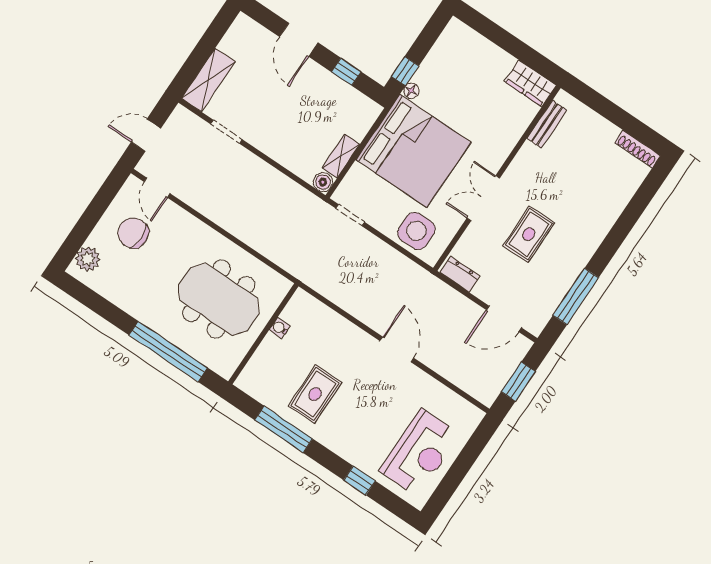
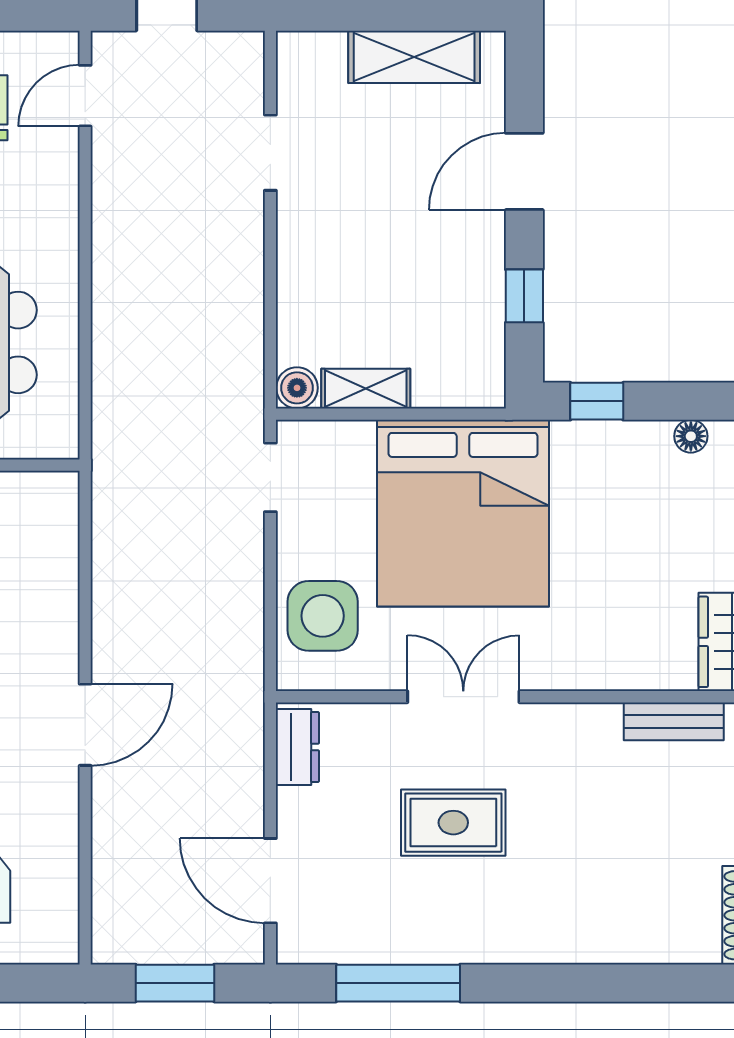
shelving: (208, 80) -> (414, 57), moved
floor lamp: (411, 91) -> (691, 436), moved

